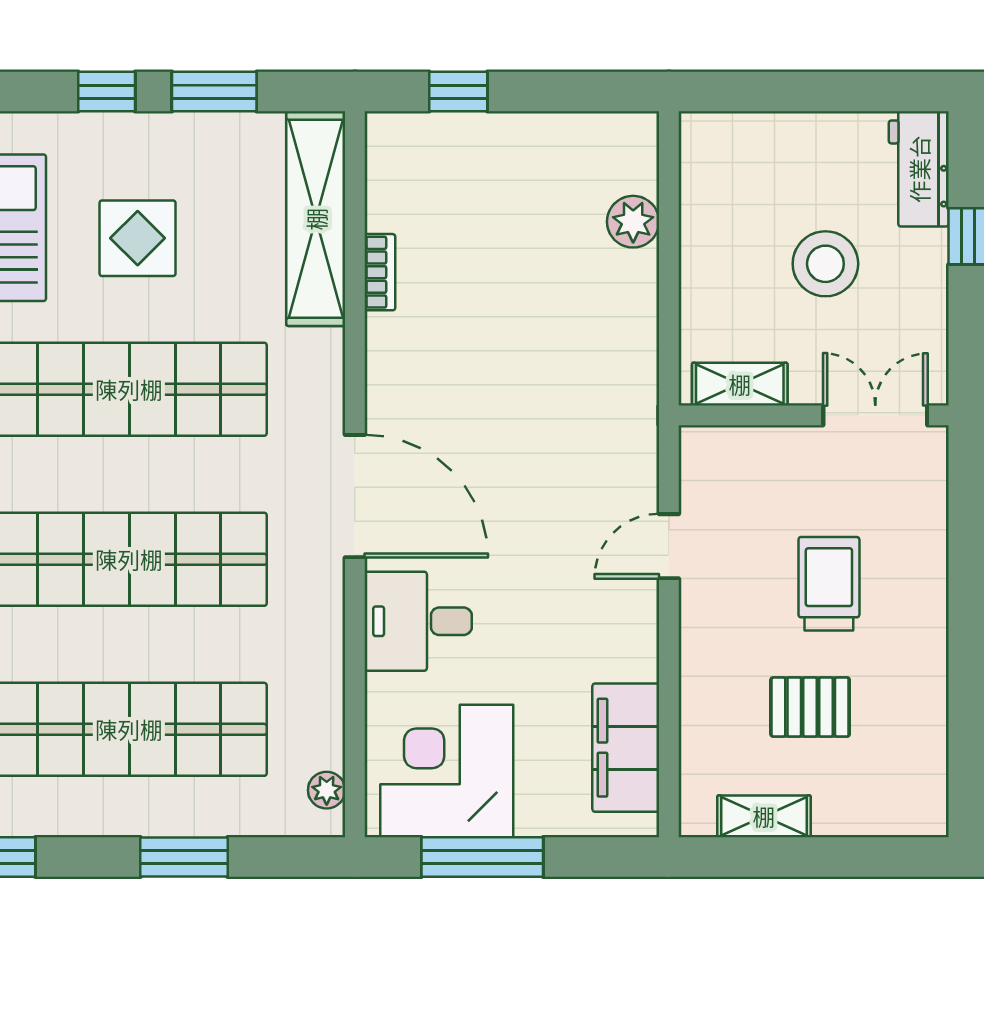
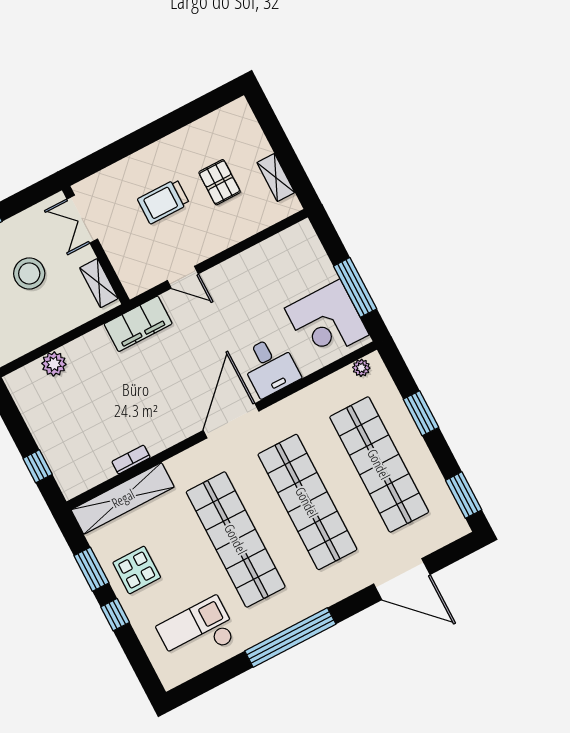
display table: (138, 238) -> (137, 570), moved
filing cabinet: (626, 748) -> (138, 324), moved

